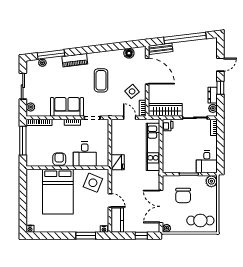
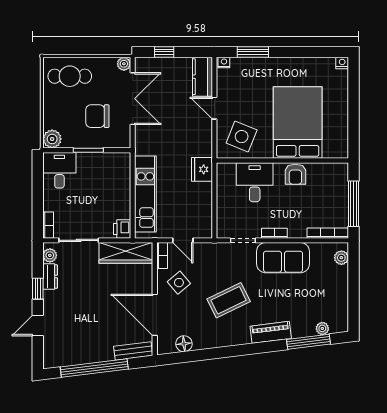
coffee table: (101, 80) -> (229, 300), turned 64
sliding door: (23, 86) -> (354, 291), removed
chair: (183, 195) -> (97, 116), turned -90

